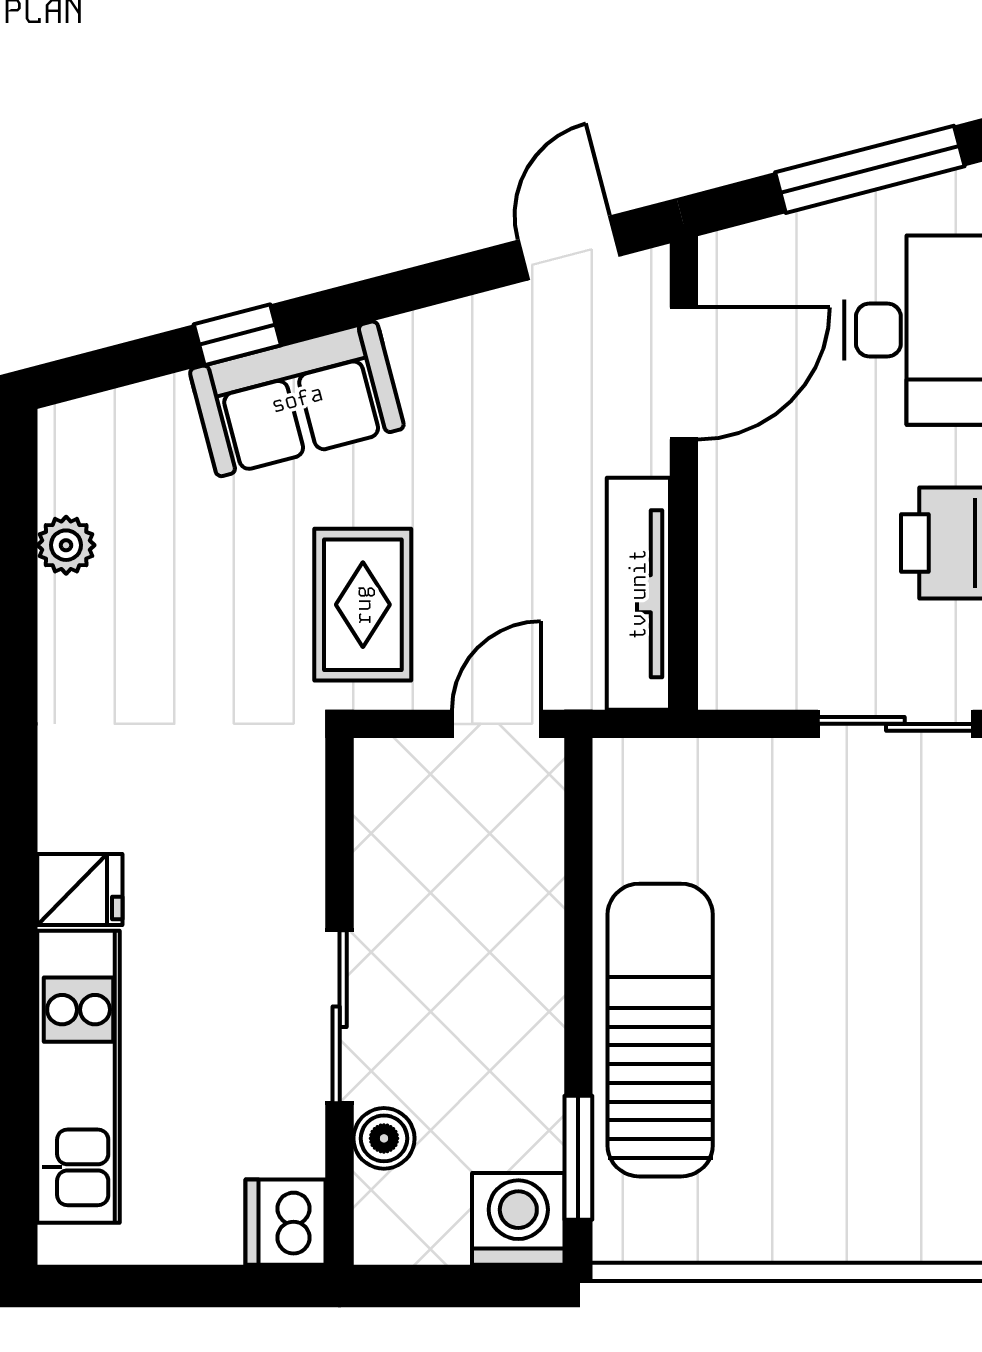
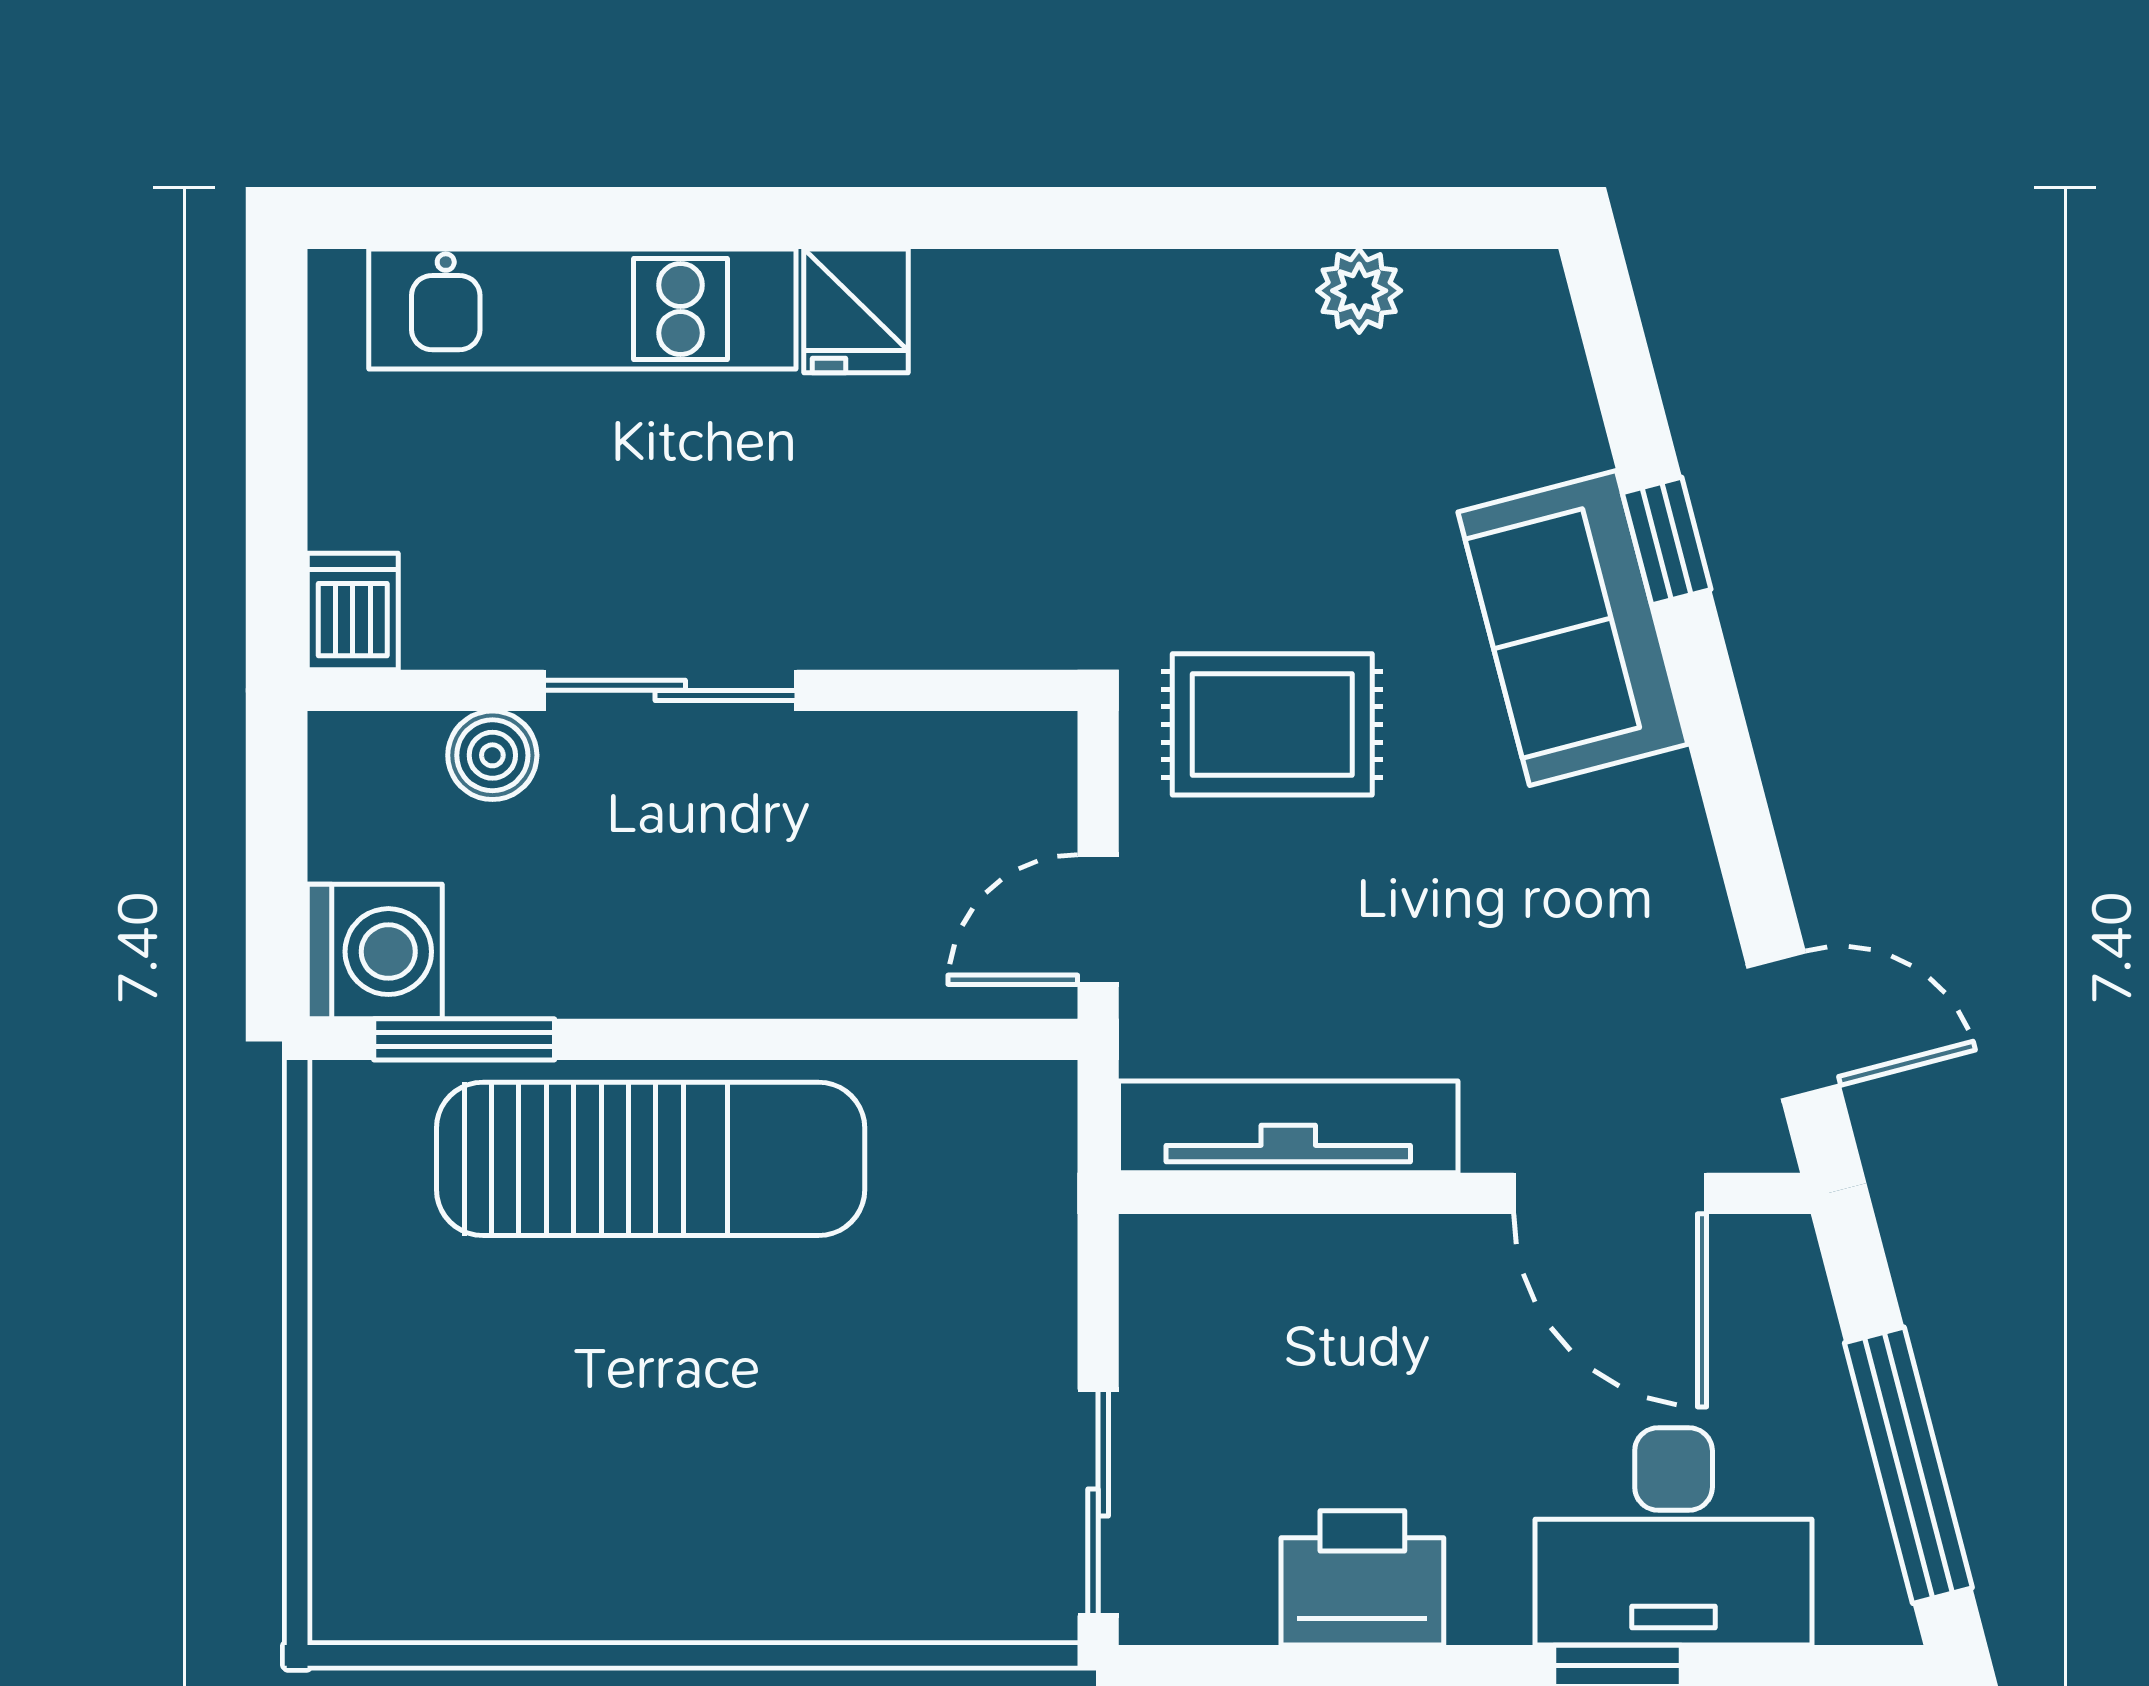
door: (496, 724) -> (1098, 920), swing flipped
dishwasher: (286, 1222) -> (353, 611), width x0.73

